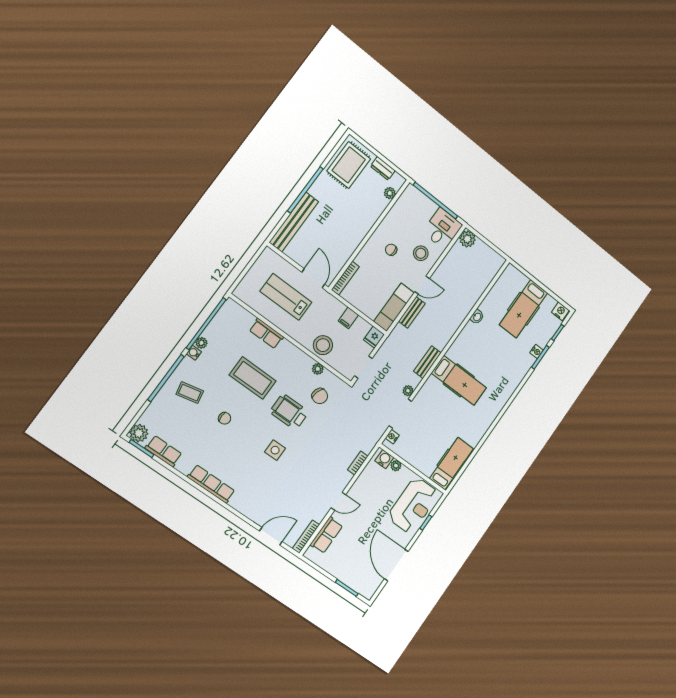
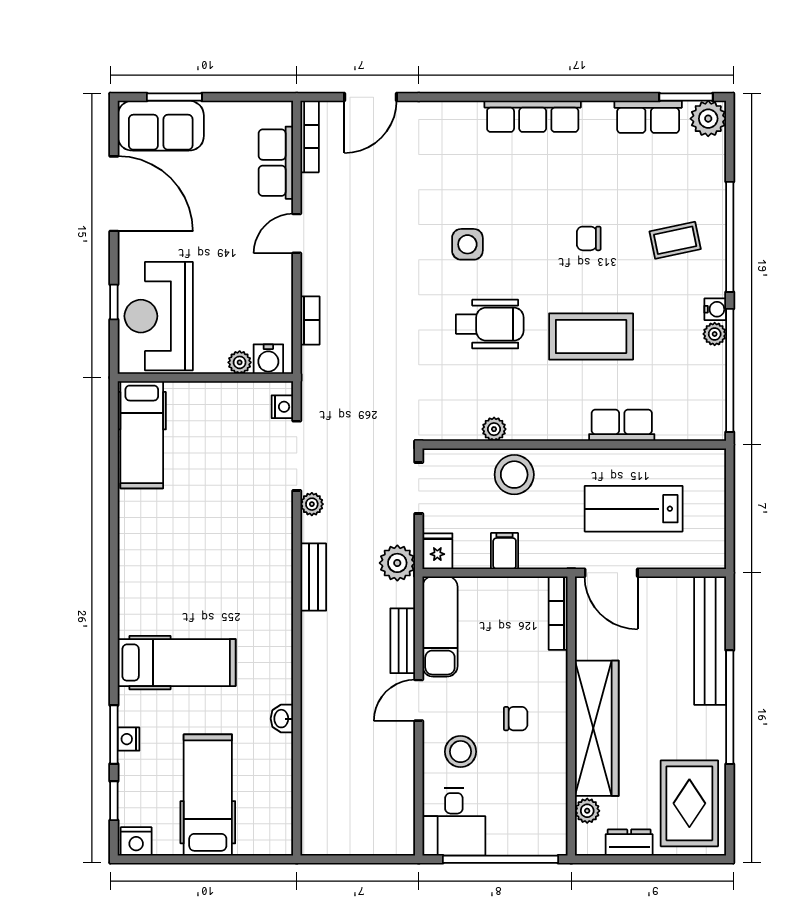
wardrobe: (363, 222) -> (597, 728), added
plant: (467, 239) -> (397, 563), moved
lab bench: (286, 297) -> (634, 509), turned 180
hospital bed: (459, 380) -> (177, 663), moved, turned 180
chair: (320, 396) -> (458, 387), removed
sofa: (360, 580) -> (161, 126), added

